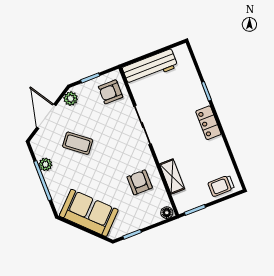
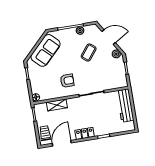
armchair: (111, 92) -> (115, 79), removed
door: (232, 156) -> (62, 143), added
armchair: (140, 182) -> (67, 81), moved

